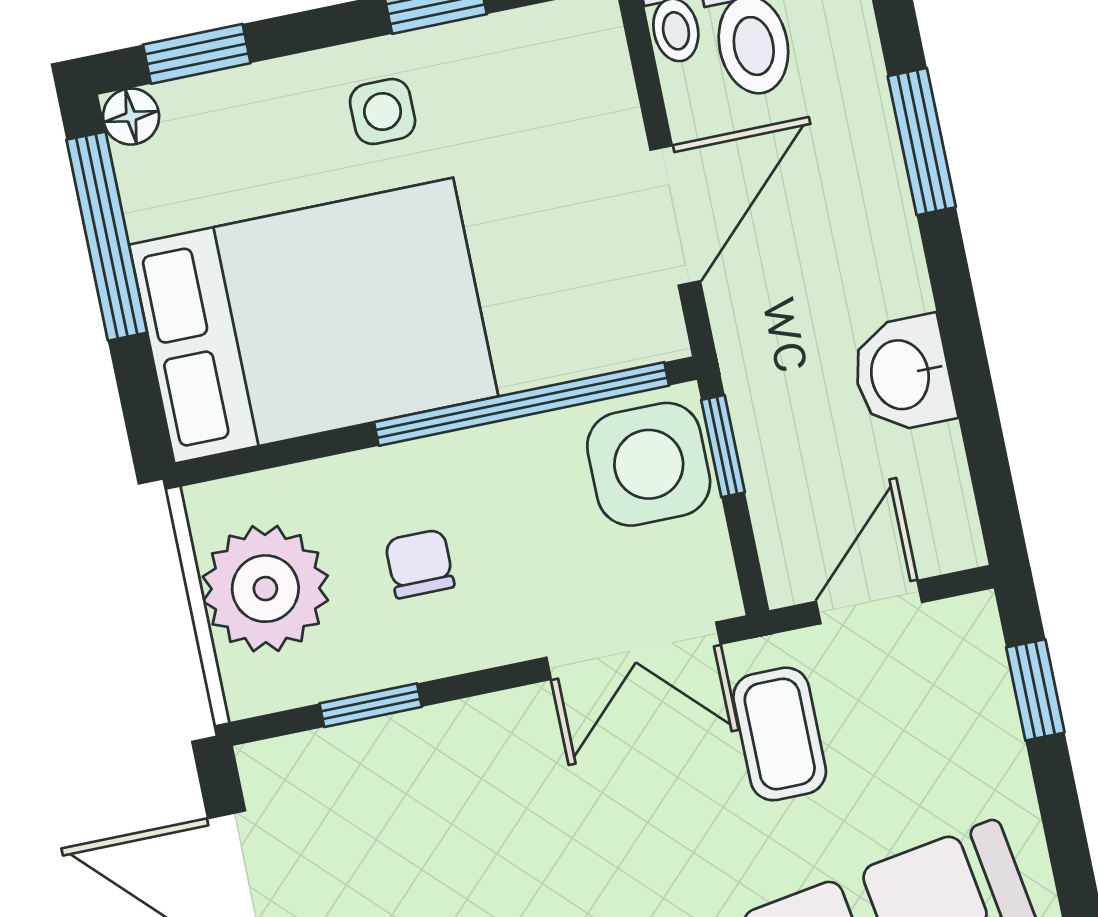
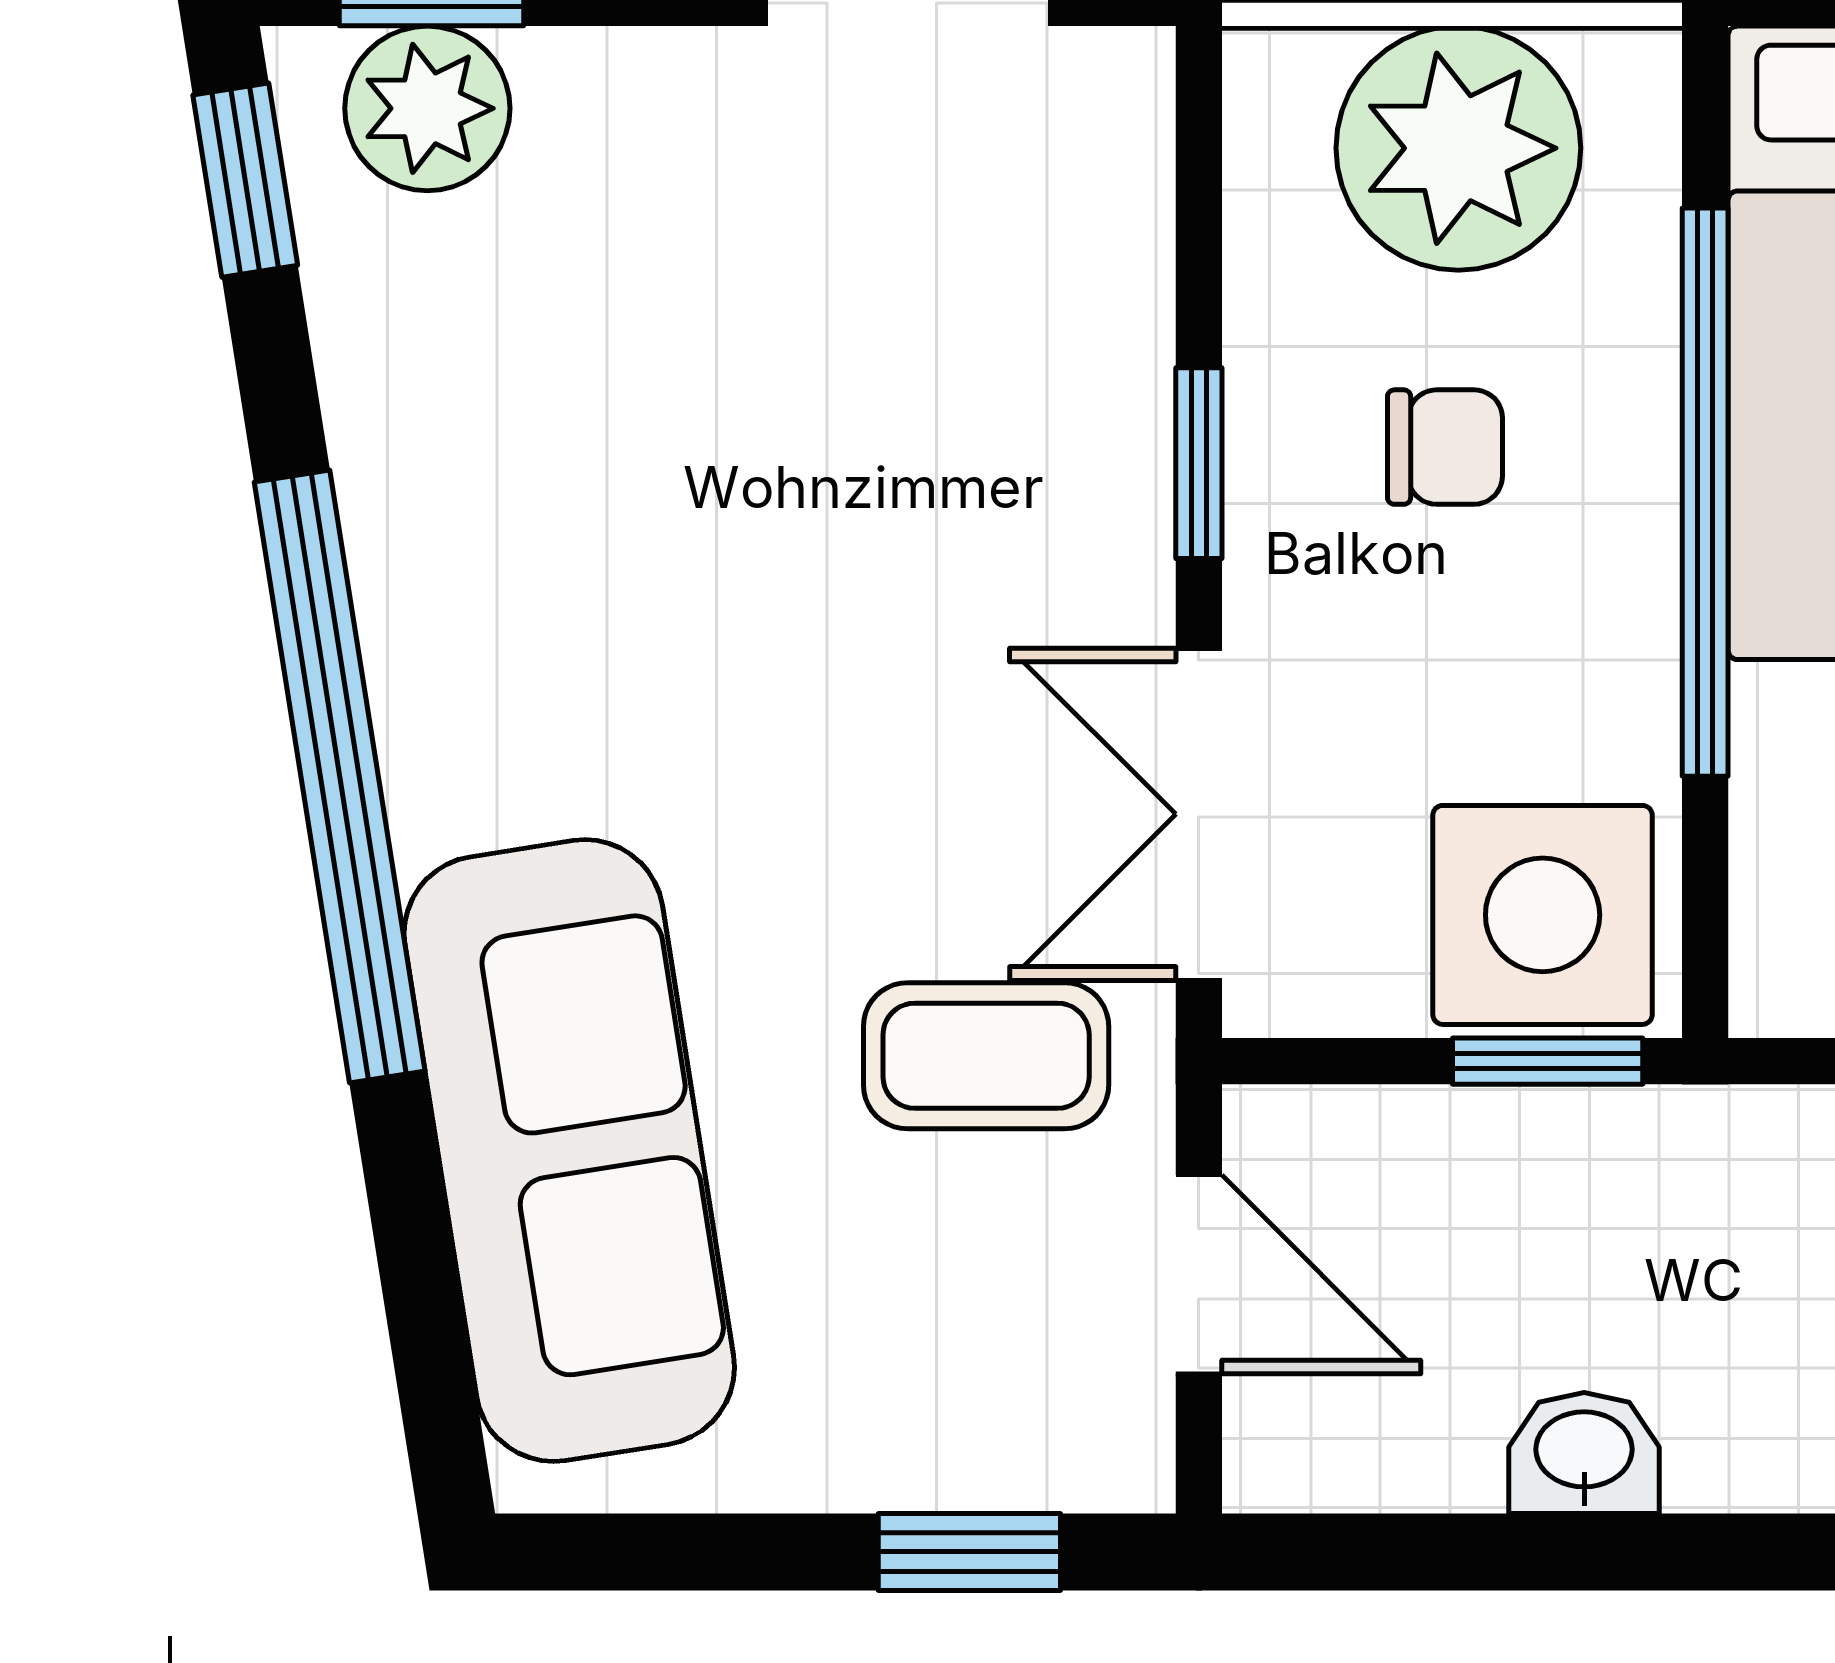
washbasin: (903, 374) -> (1584, 1453), width x0.72, depth x0.69
window: (521, 404) -> (1705, 492), moved
window: (371, 705) -> (1199, 463), moved

